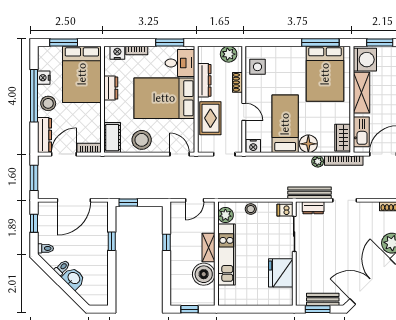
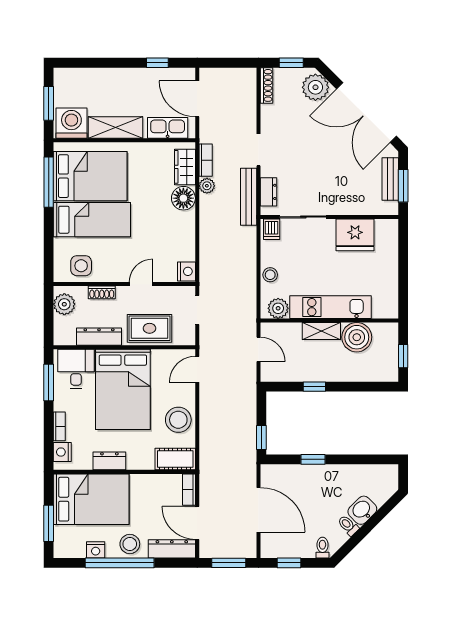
bed: (285, 124) -> (92, 220), moved, turned 180
wardrobe: (343, 138) -> (185, 167), moved, turned 90
bookcase: (344, 160) -> (206, 160), width x0.64

